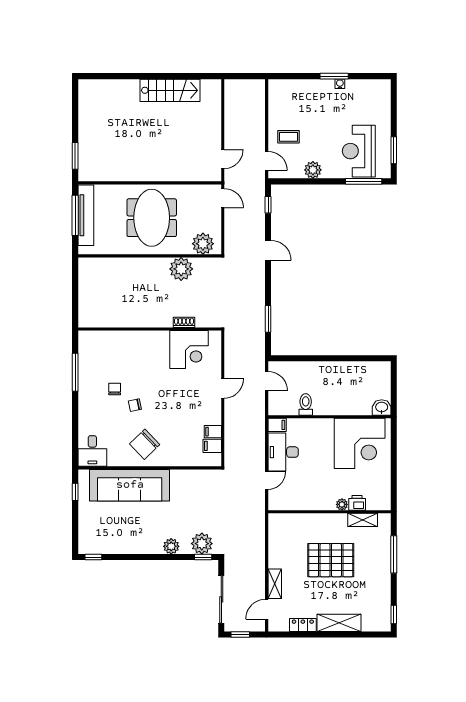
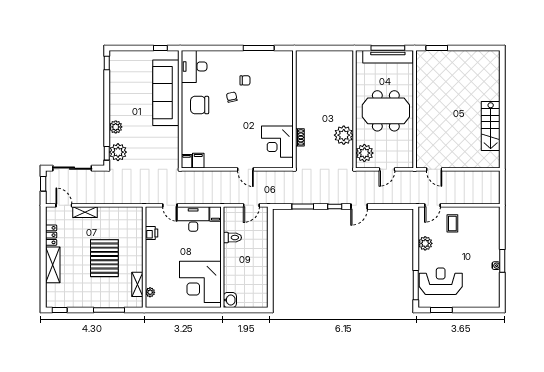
door: (223, 198) -> (387, 169), moved
window: (268, 205) -> (335, 207), moved
filing cabinet: (213, 432) -> (187, 161), moved
chair: (145, 444) -> (200, 105), turned -46
desk: (92, 451) -> (194, 66), width x1.37
printer: (357, 503) -> (151, 233), moved
plant: (342, 504) -> (150, 292), moved

